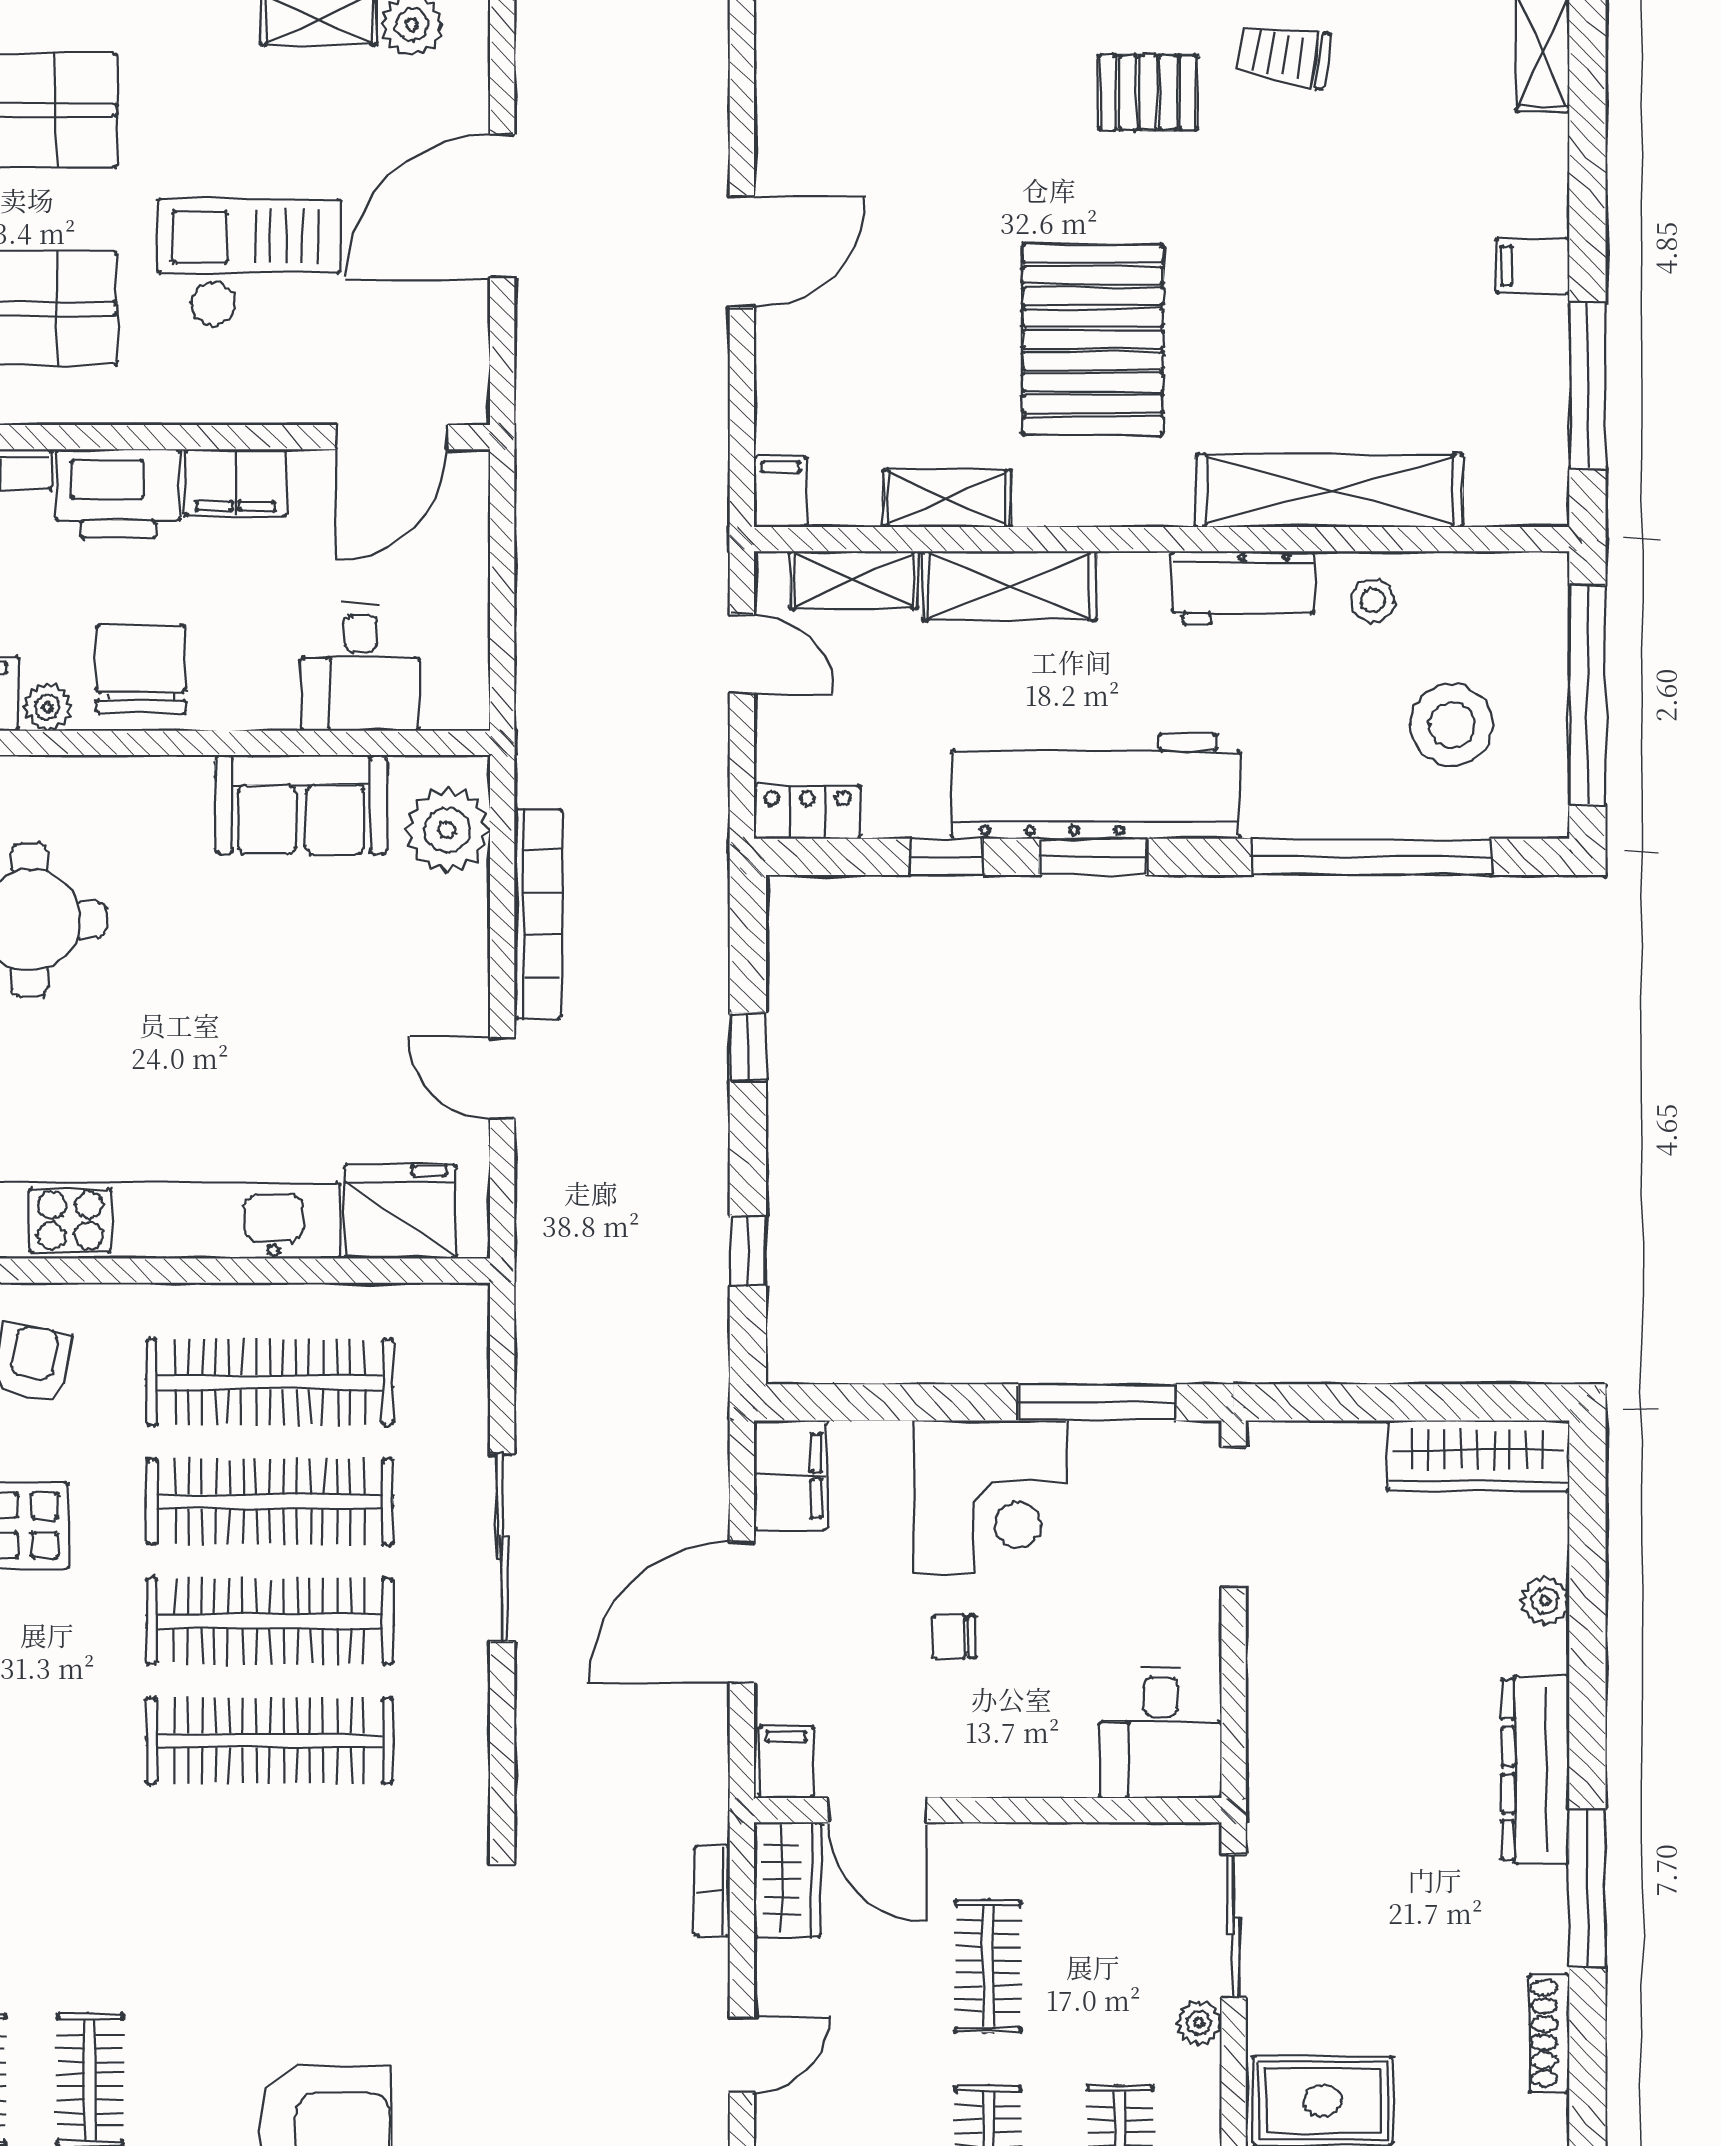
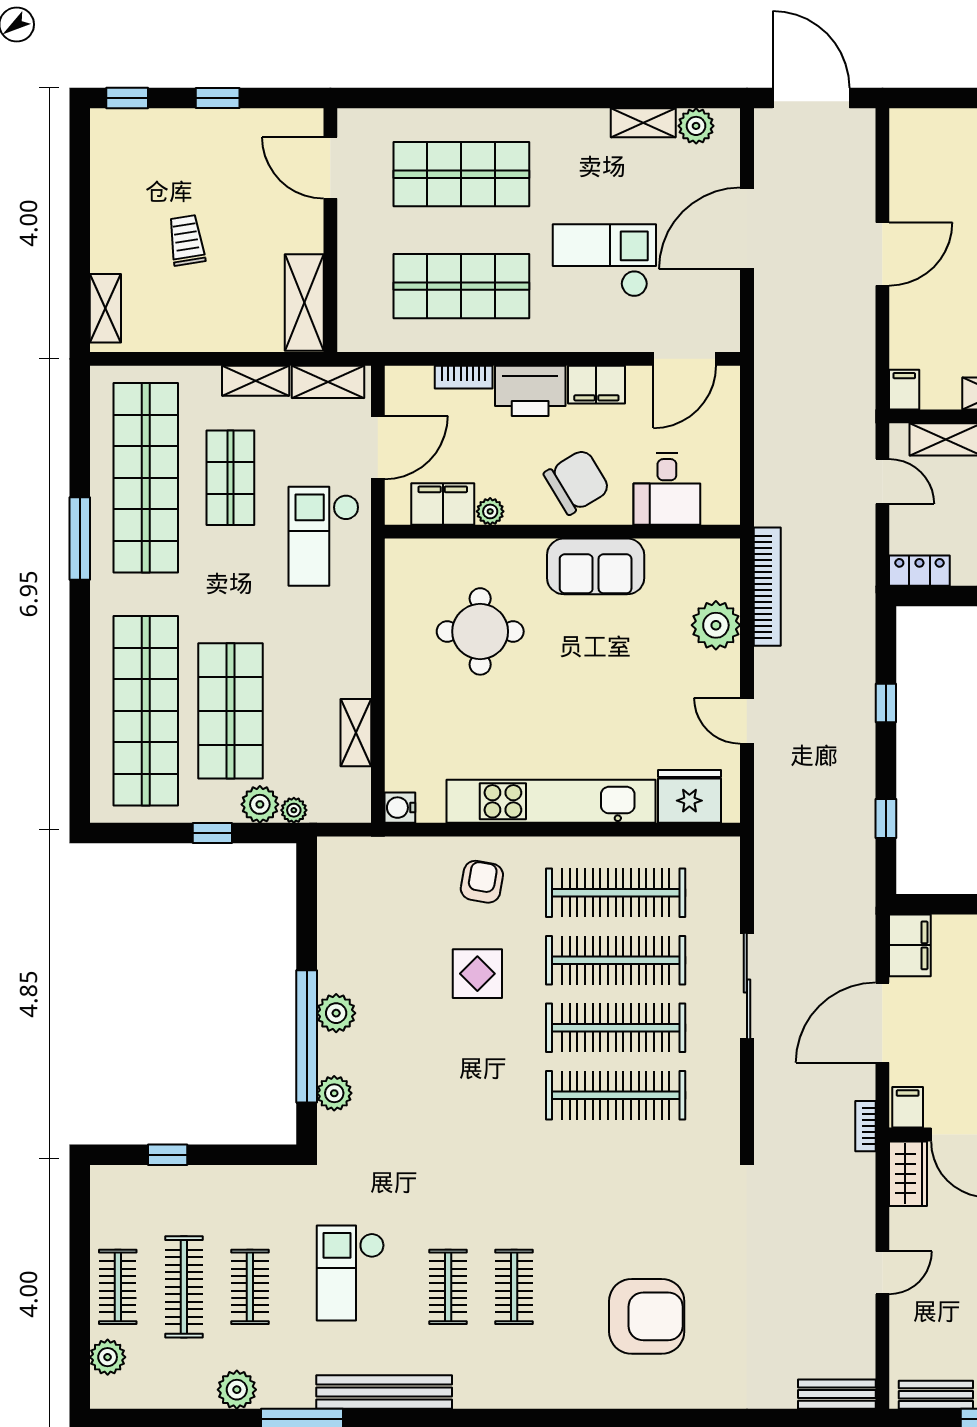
chair: (141, 669) -> (577, 482), moved, turned 59
sofa: (301, 805) -> (596, 566), moved
plant: (447, 830) -> (716, 625), moved
bookcase: (538, 914) -> (767, 587), moved
bookcase: (712, 1891) -> (866, 1126), moved

